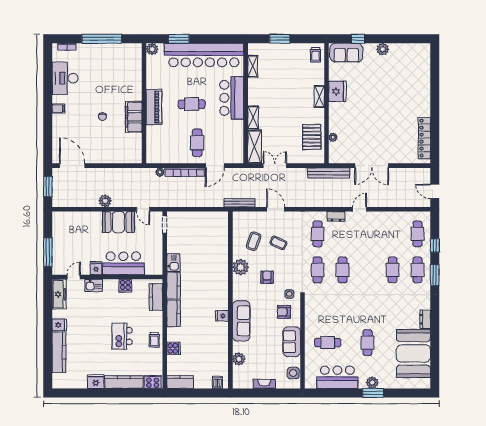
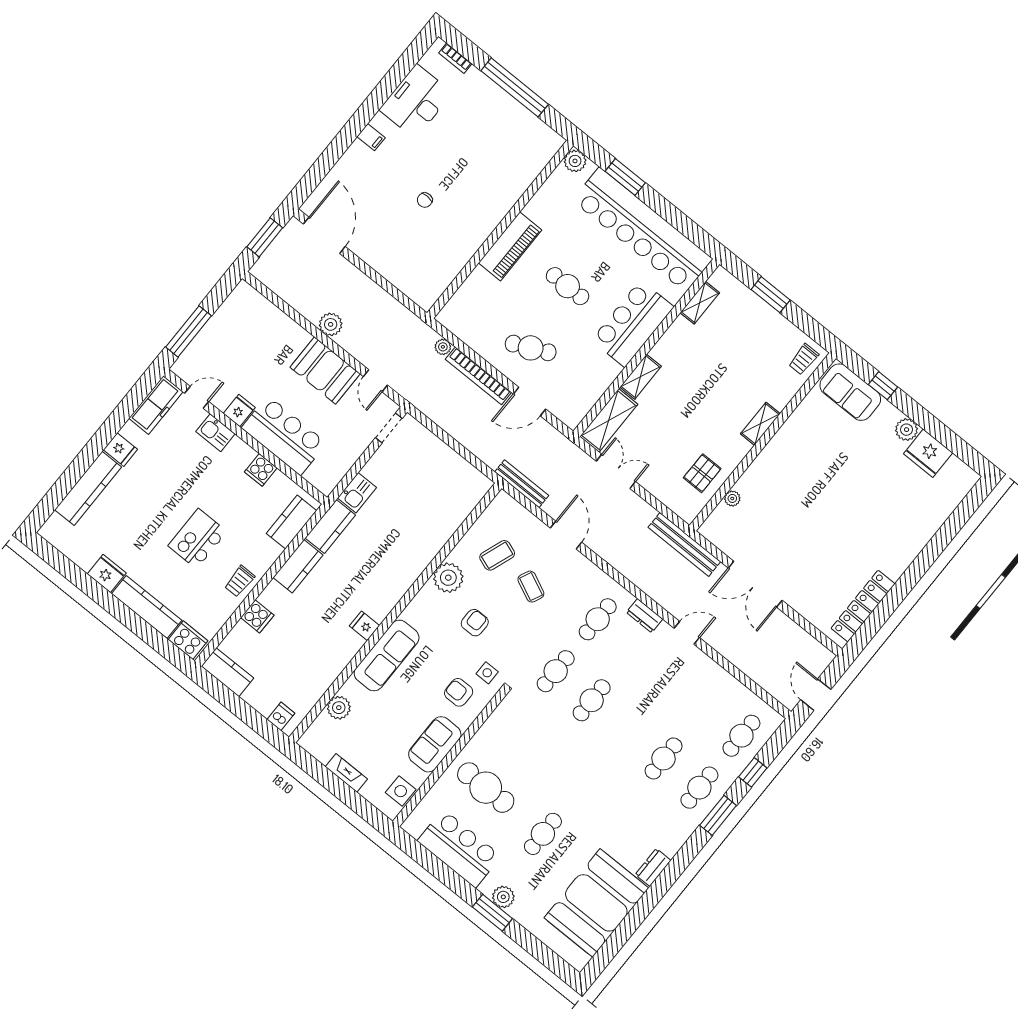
fridge: (337, 91) -> (928, 453), moved, turned 90
filing cabinet: (134, 117) -> (470, 237), removed
pallet: (312, 137) -> (702, 473), width x0.67, depth x0.71
cafe table: (197, 143) -> (531, 348), turned 65
cafe table: (328, 343) -> (486, 788), width x1.37, depth x1.35

